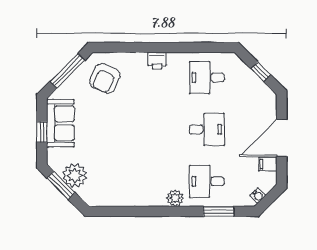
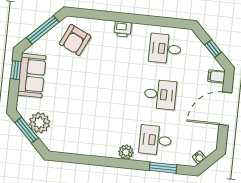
window: (42, 132) -> (16, 70), moved
filing cabinet: (268, 164) -> (216, 76), moved

